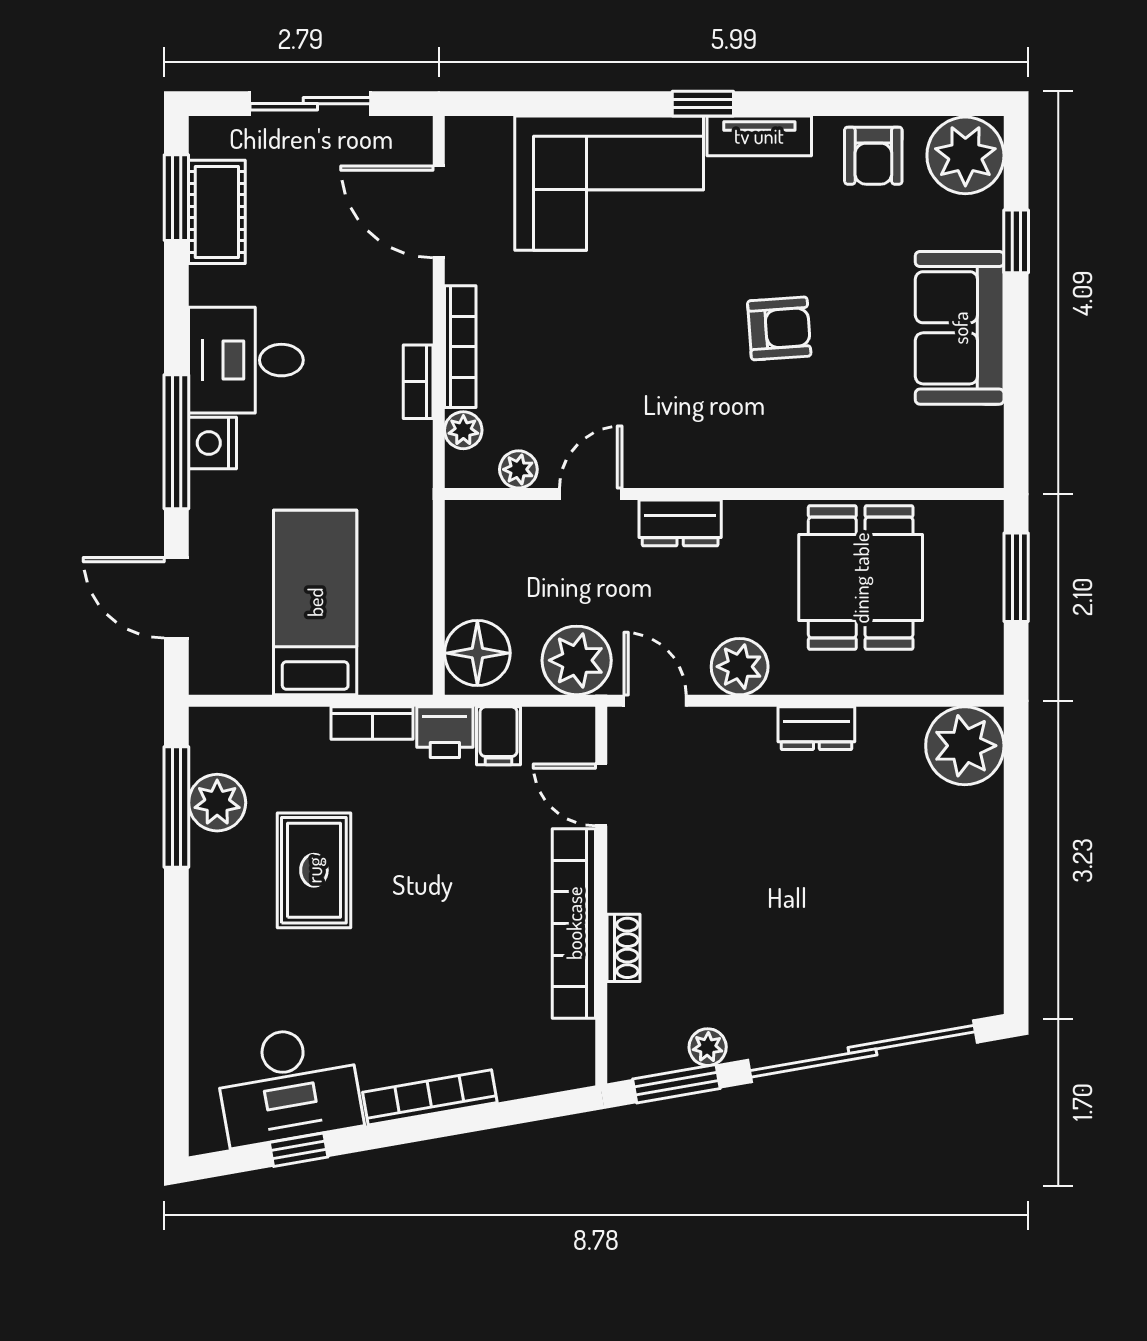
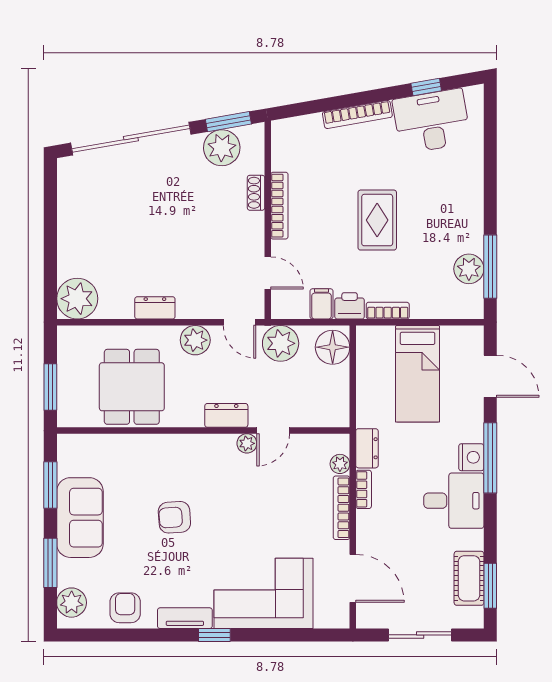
plant: (965, 155) -> (72, 603), width x0.73, depth x0.73
window: (1016, 241) -> (50, 563), width x1.50
window: (1016, 390) -> (50, 485), added
dresser: (412, 460) -> (367, 448), added
plant: (518, 469) -> (247, 443), moved
rug: (314, 870) -> (377, 220), moved
bookcase: (574, 923) -> (279, 206), width x0.68, depth x0.76
plant: (708, 1047) -> (222, 148), width x1.88, depth x1.88

